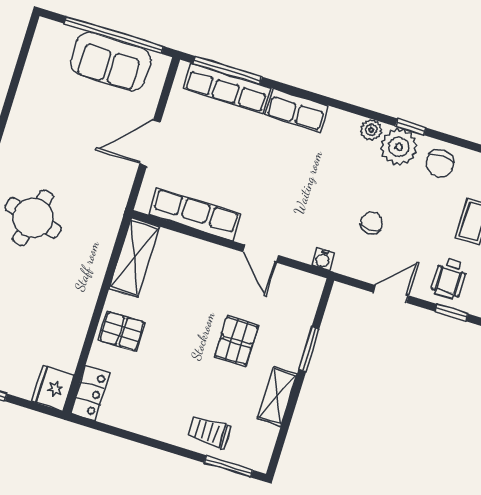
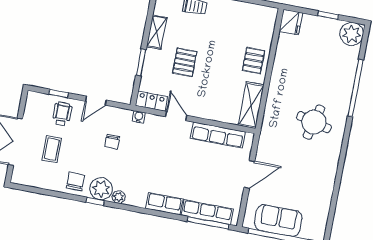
pallet: (122, 331) -> (253, 60), turned 90
locker: (90, 393) -> (151, 101), moved, turned 90

